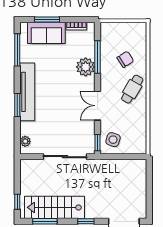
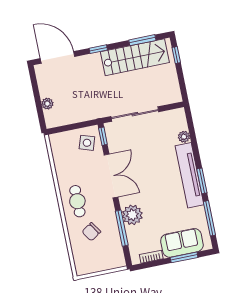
cafe table: (132, 89) -> (77, 201), turned -30
window: (17, 105) -> (202, 181), moved
double door: (98, 106) -> (111, 176), width x1.37
plant: (25, 141) -> (184, 137), moved
plant: (141, 182) -> (47, 104), added

